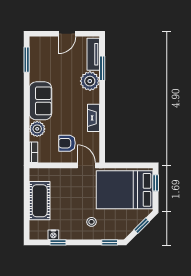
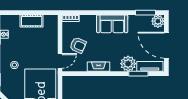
door: (67, 34) -> (166, 45), width x1.88
plant: (37, 129) -> (158, 21), moved
armchair: (67, 143) -> (78, 45), turned 113
cot: (40, 201) -> (32, 21), width x0.73, depth x0.75

